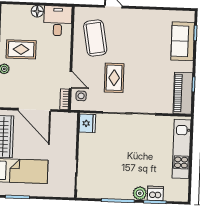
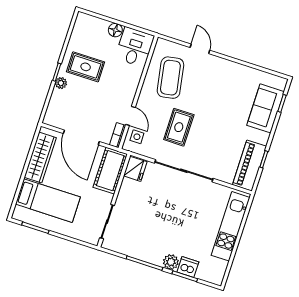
cot: (67, 131) -> (110, 171), added

